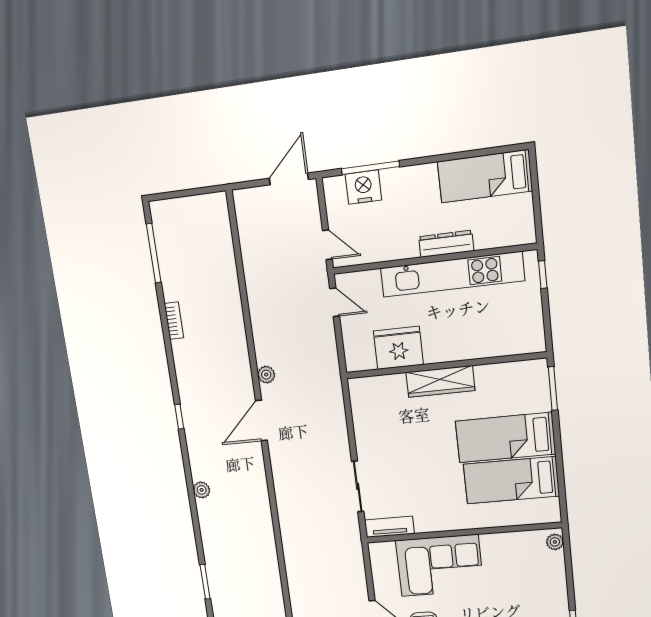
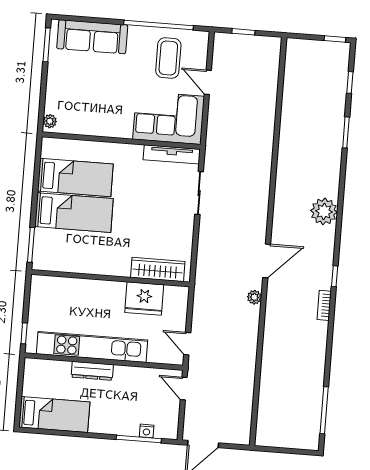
nightstand: (363, 187) -> (147, 431), width x0.53, depth x0.56
bookcase: (174, 321) -> (324, 305), moved
wardrobe: (440, 381) -> (158, 269), moved
plant: (202, 490) -> (324, 211), width x1.88, depth x1.88
tv unit: (389, 527) -> (172, 154), width x1.41
corner sofa: (440, 566) -> (169, 118), moved

